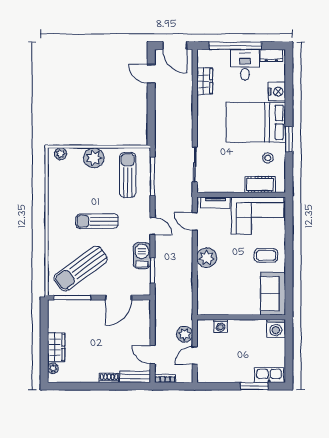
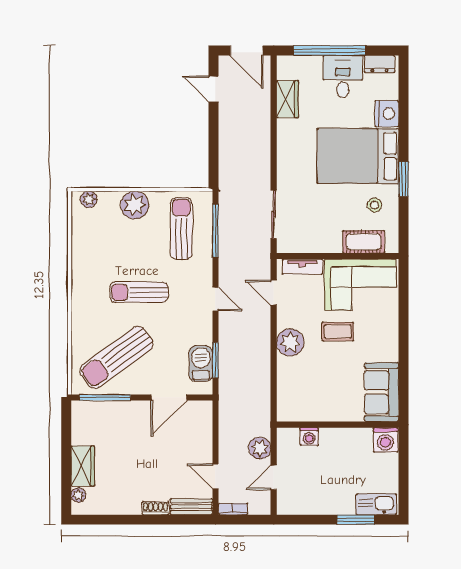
coffee table: (266, 255) -> (338, 331), moved
barbecue: (142, 256) -> (201, 364), moved

